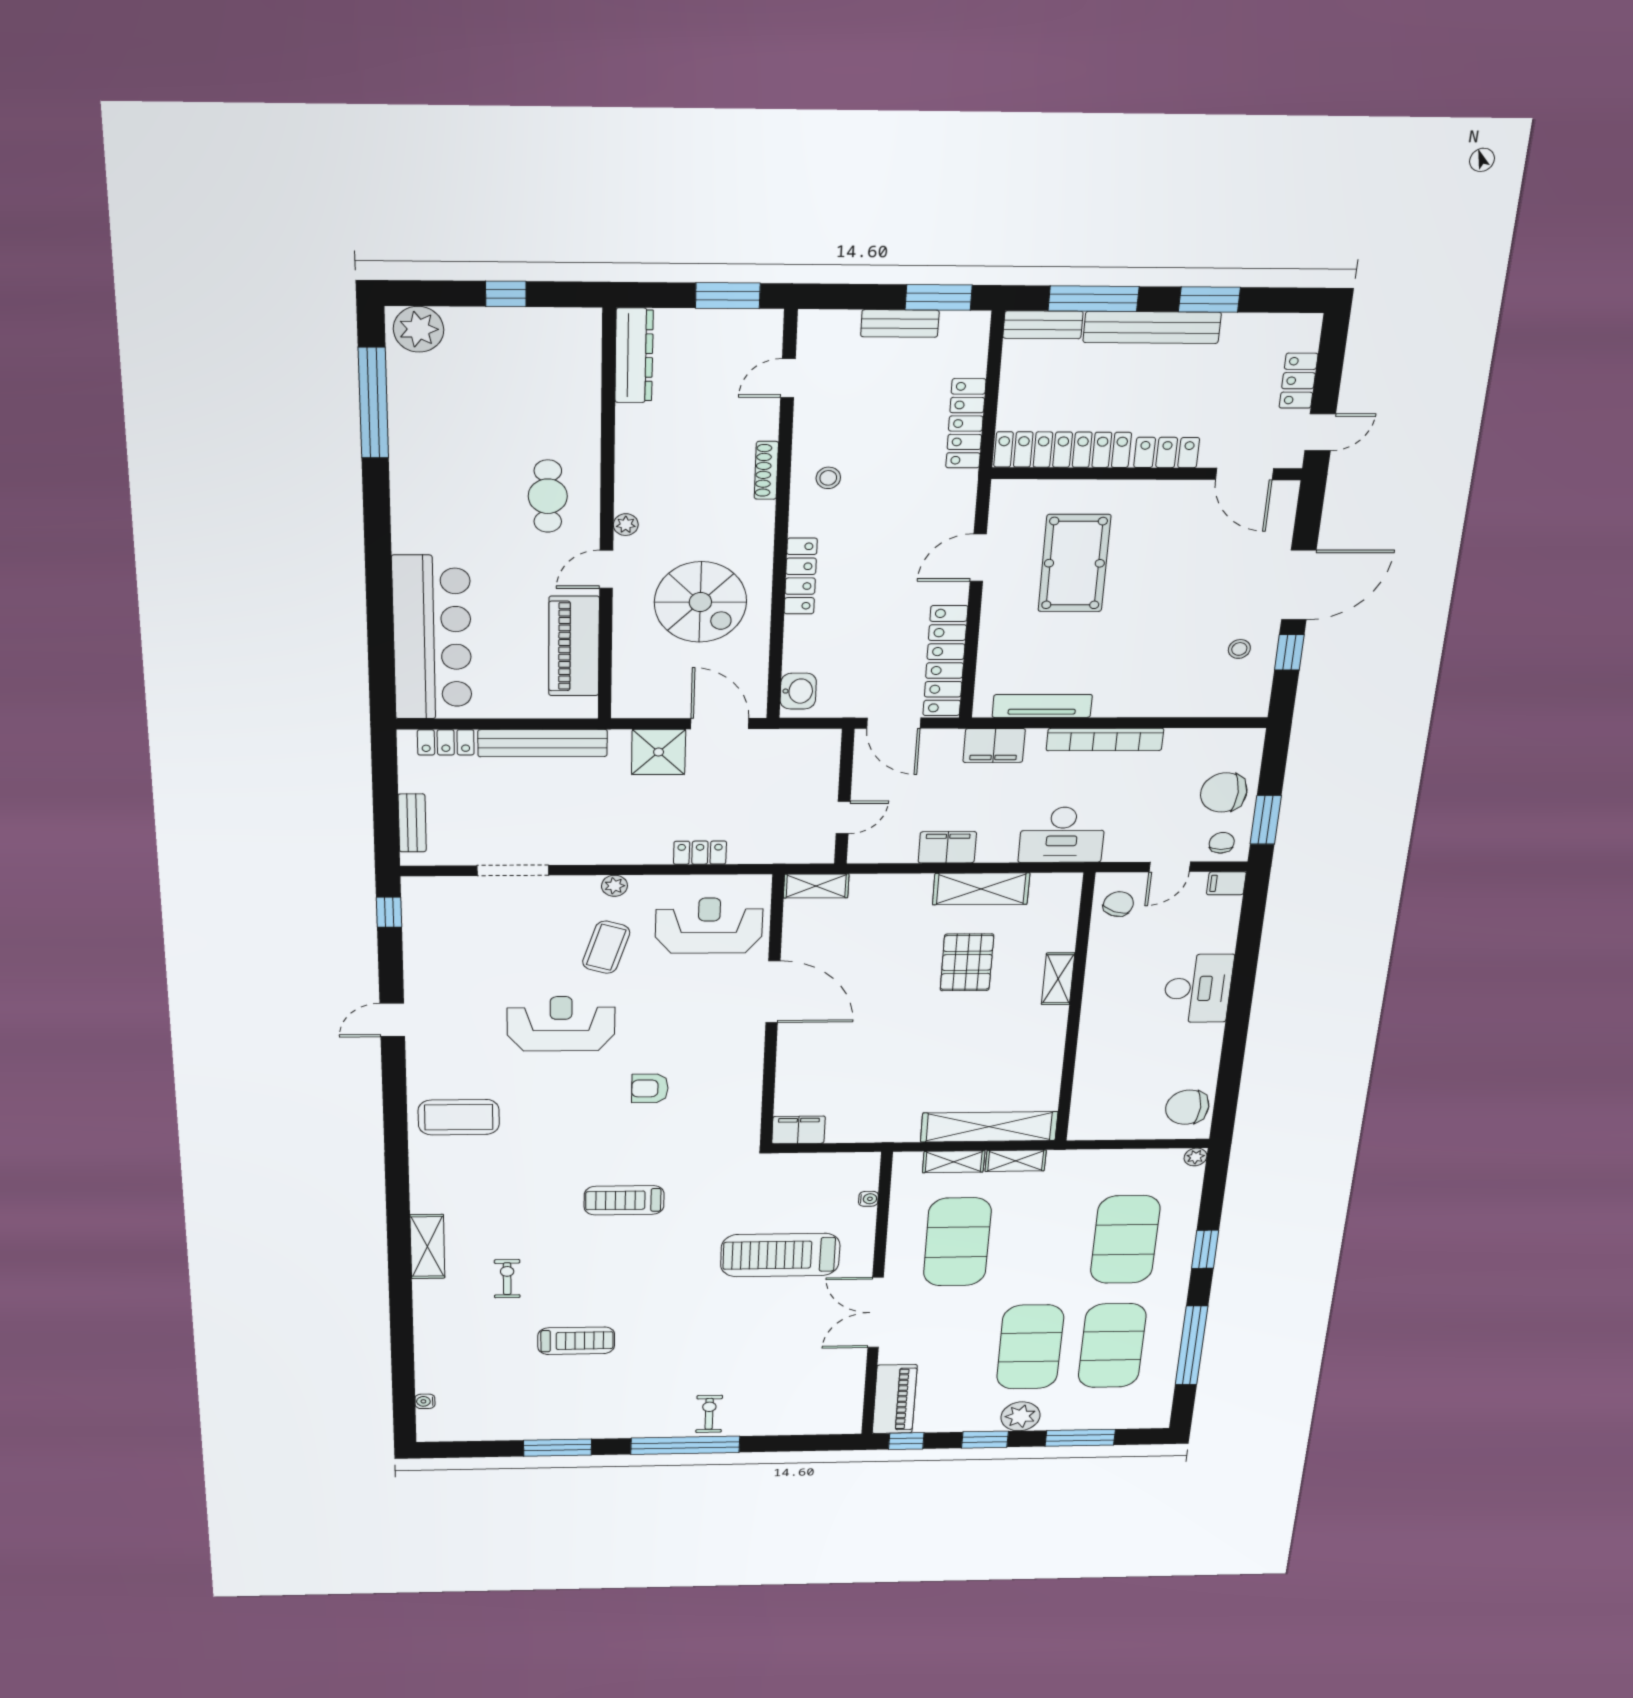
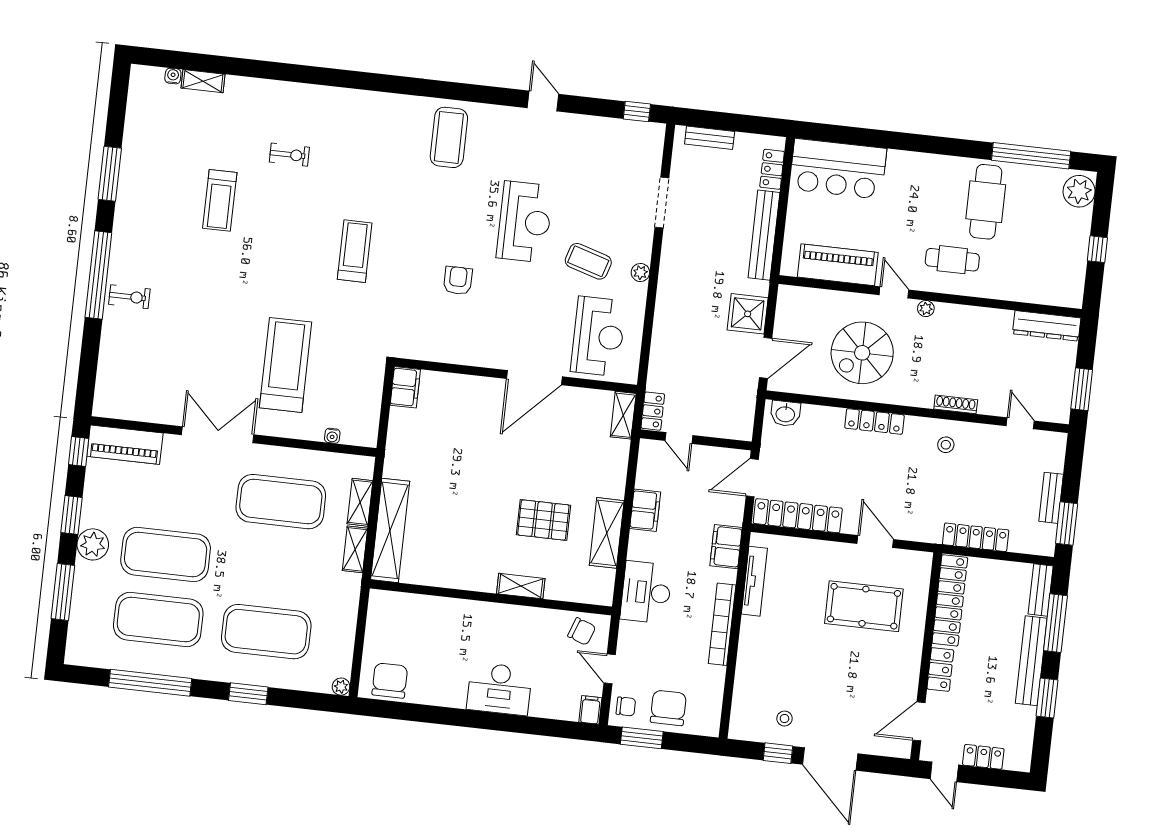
cafe table: (453, 459) -> (986, 202), added
bar counter: (432, 638) -> (838, 169), width x0.73
locker: (700, 853) -> (653, 411), moved
shelving: (427, 1247) -> (203, 81), moved, width x0.67, depth x0.75

